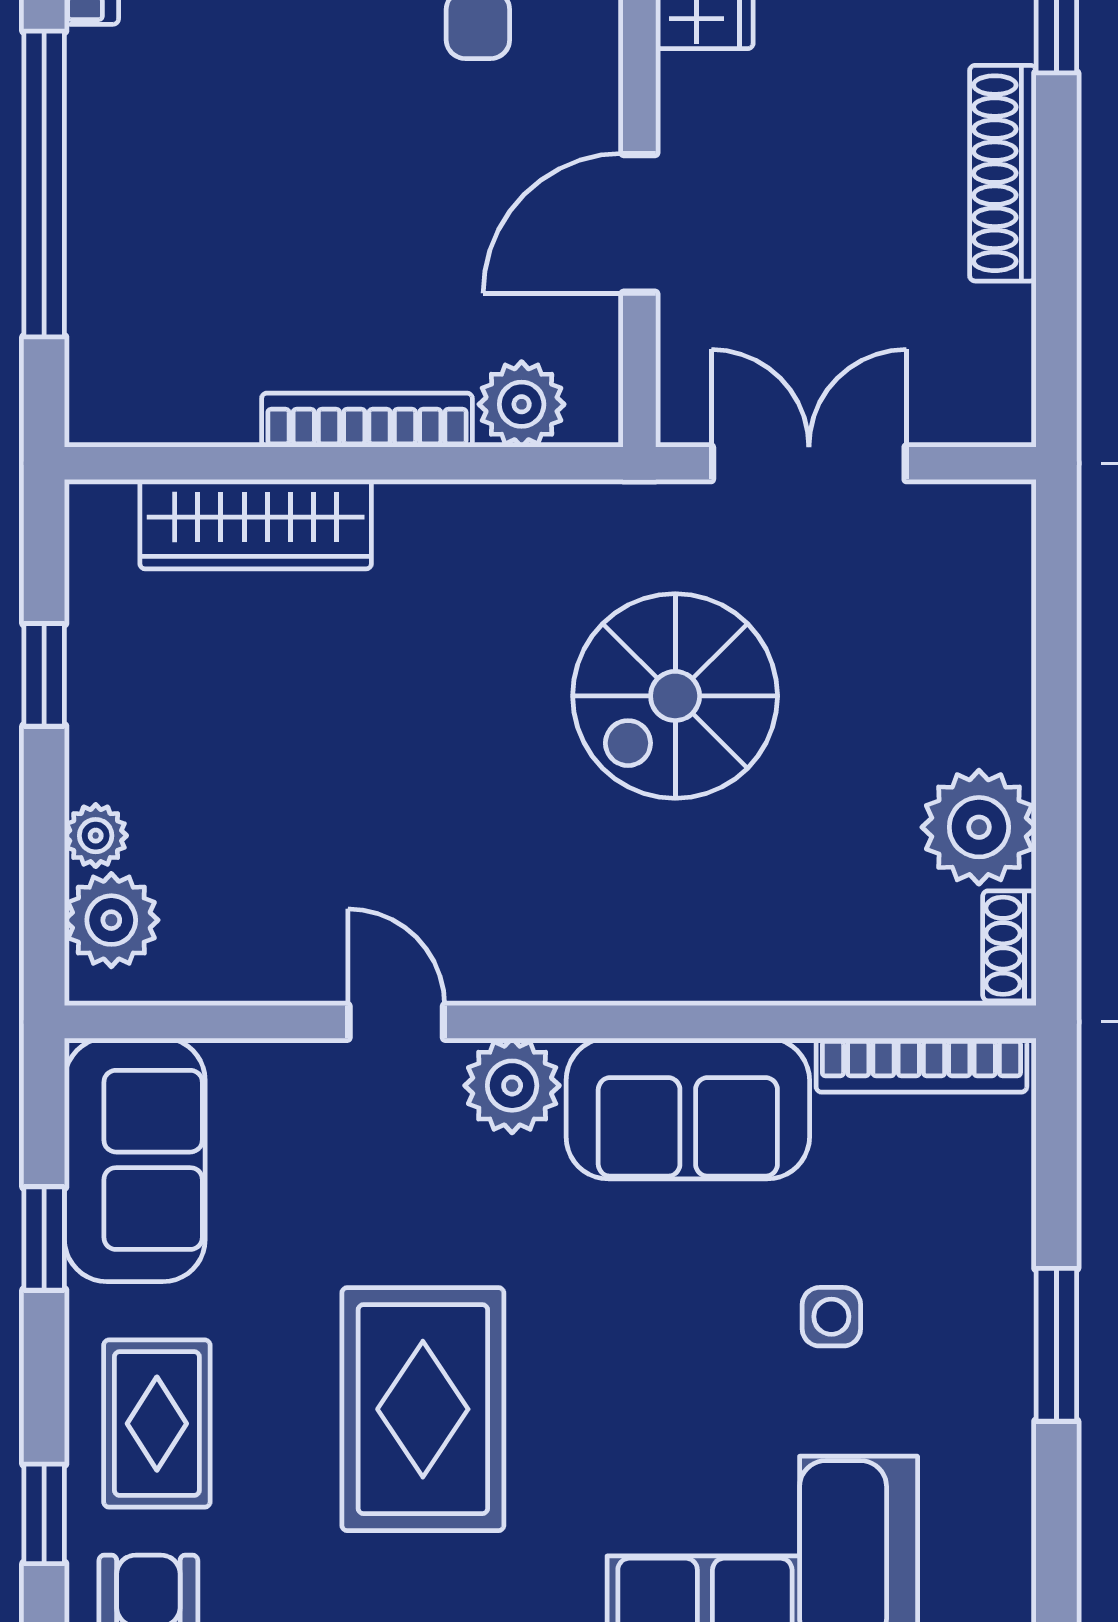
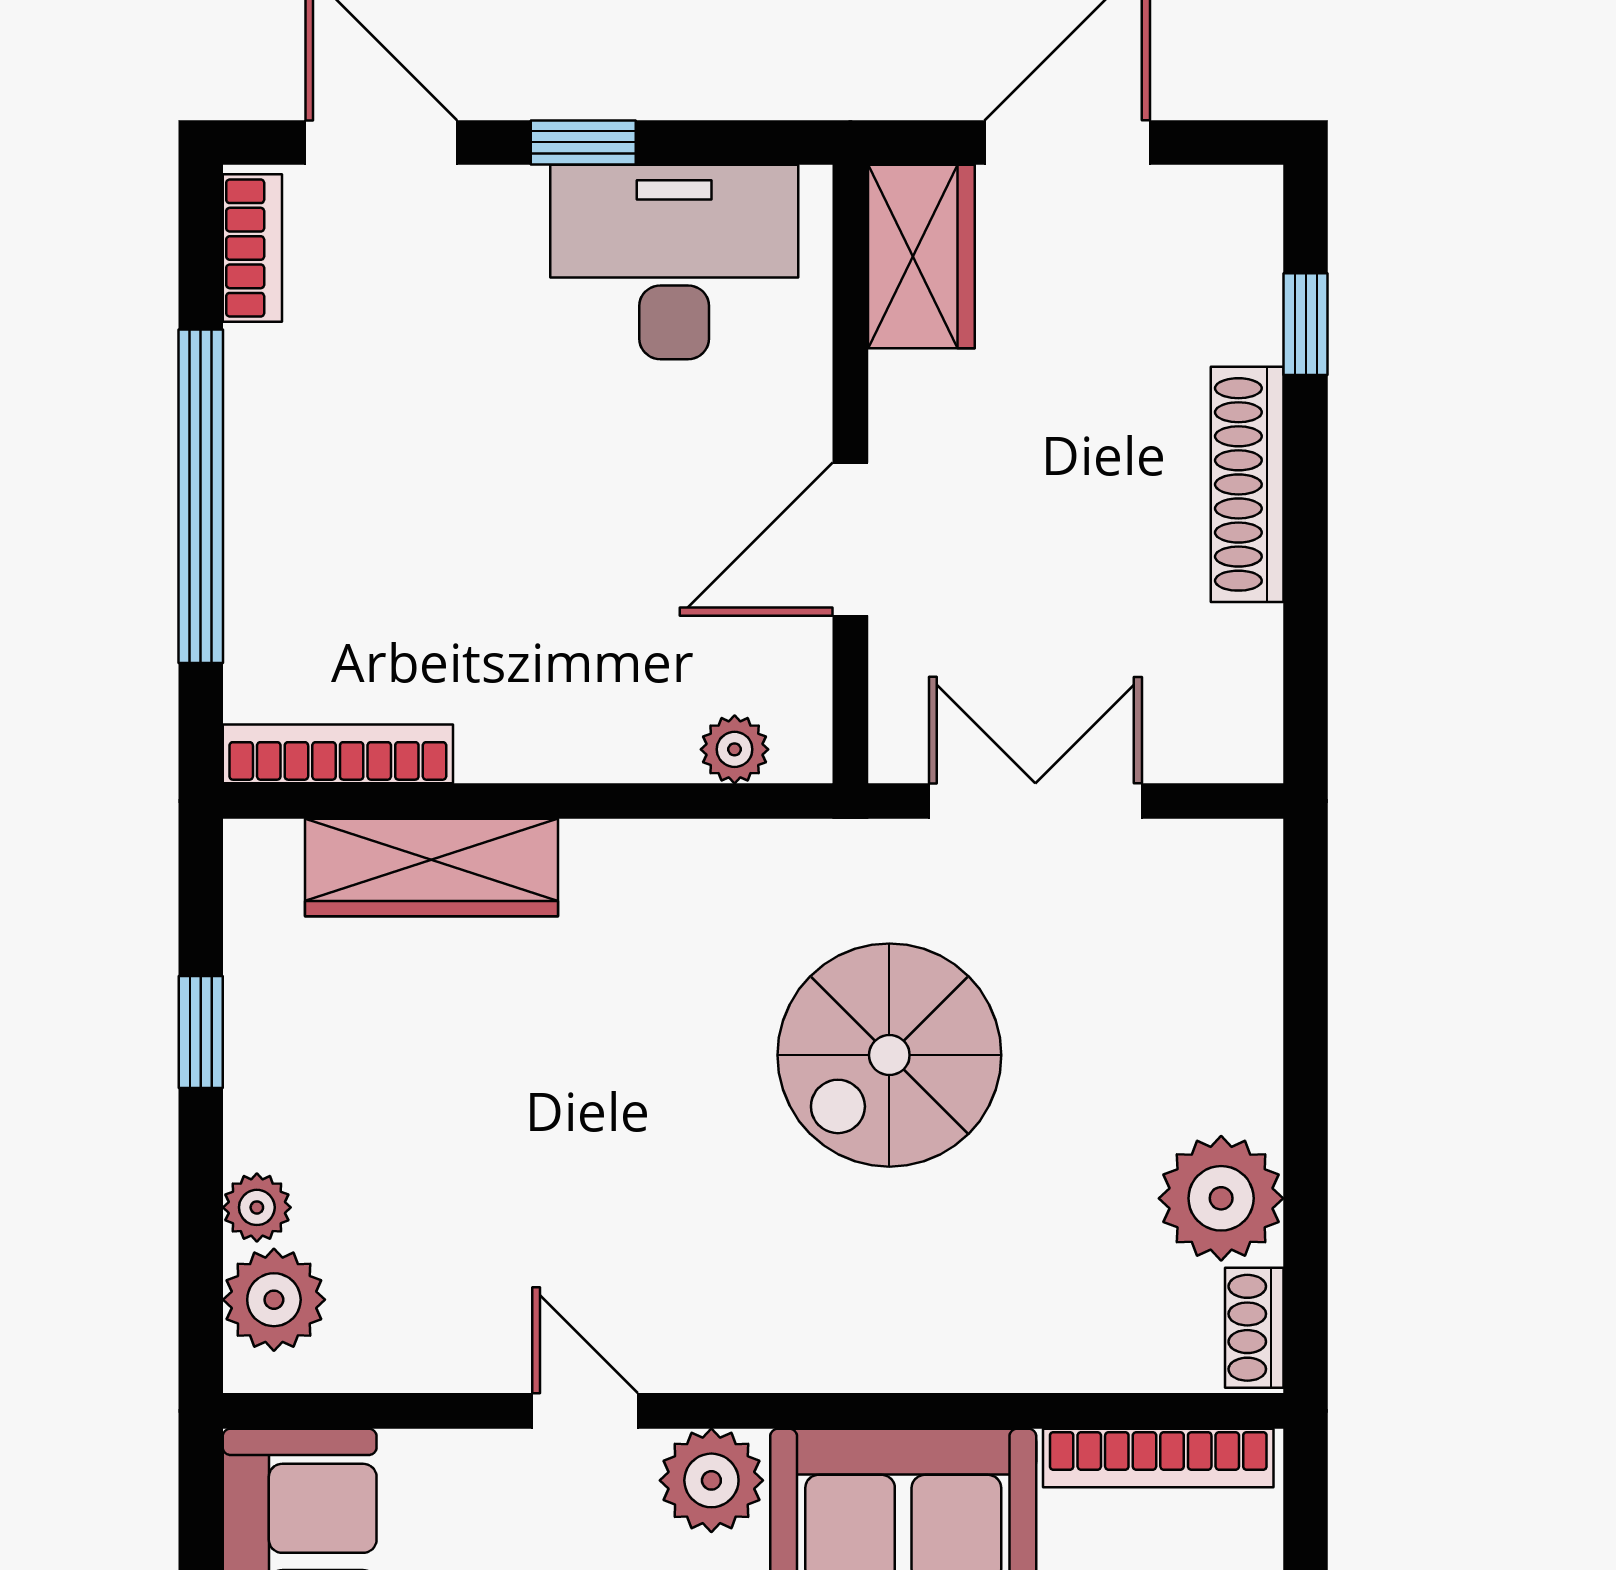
plant: (522, 404) -> (735, 749), width x0.73, depth x0.73
bookcase: (367, 420) -> (338, 754), moved

